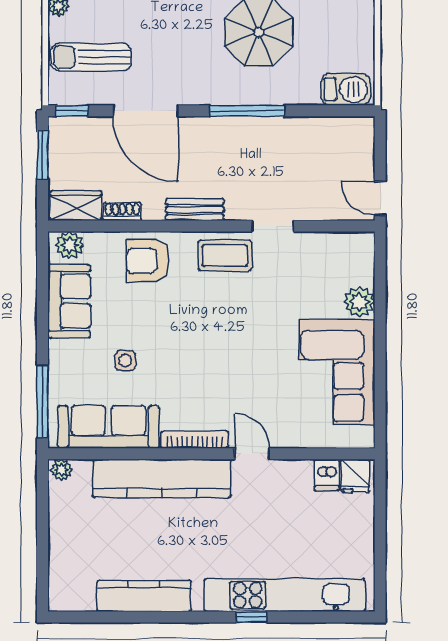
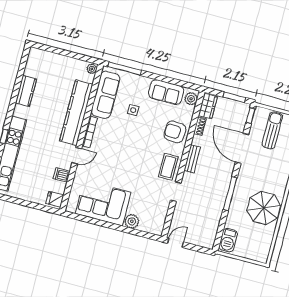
door: (145, 111) -> (242, 148), hinge flipped
armchair: (148, 261) -> (175, 132), turned -87
dishwasher: (327, 475) -> (62, 175), moved
kitchen counter: (144, 596) -> (26, 91), width x0.67

